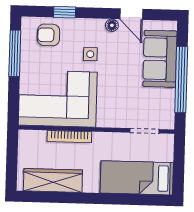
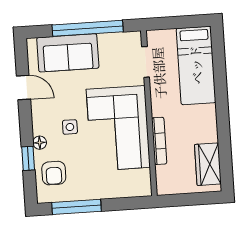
door: (131, 14) -> (23, 88), hinge flipped
floor lamp: (112, 25) -> (40, 143), moved
corner sofa: (58, 99) -> (118, 128), moved
wardrobe: (53, 180) -> (208, 164), width x0.67

